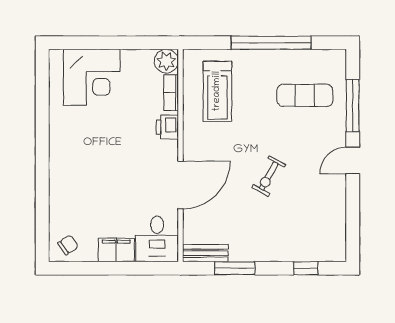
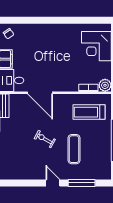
exercise mat: (305, 95) -> (74, 149), moved
printer: (167, 127) -> (70, 86), removed

